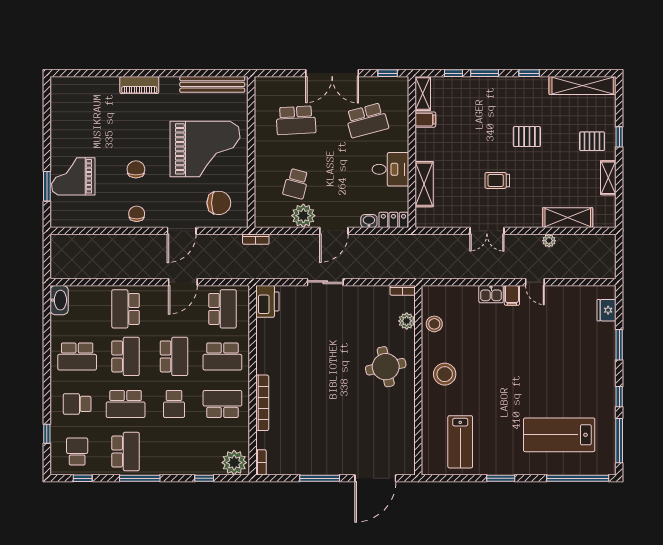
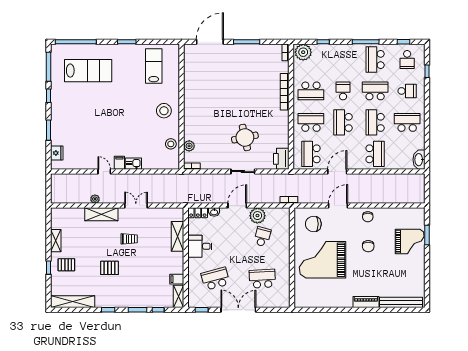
bench: (212, 84) -> (401, 302), moved
shelving: (568, 218) -> (101, 214), moved
round table: (386, 367) -> (245, 138), moved

